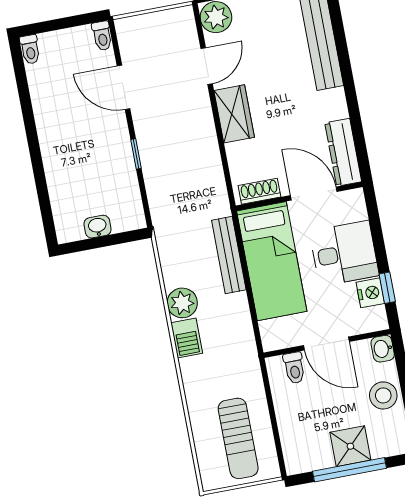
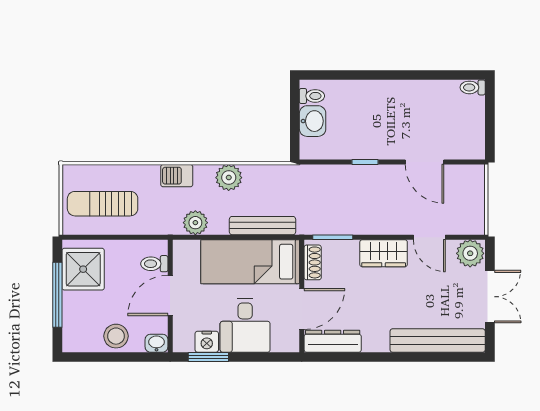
toilet: (102, 36) -> (312, 96), moved, turned 180
door: (124, 87) -> (425, 162), swing flipped
window: (227, 174) -> (333, 237), added
washbasin: (98, 227) -> (313, 121), width x1.38, depth x1.45
window: (387, 288) -> (208, 357), width x1.50
plant: (240, 331) -> (195, 223), added
barbecue: (187, 338) -> (177, 176), moved
shower: (350, 446) -> (83, 269), moved, width x1.36, depth x1.36

